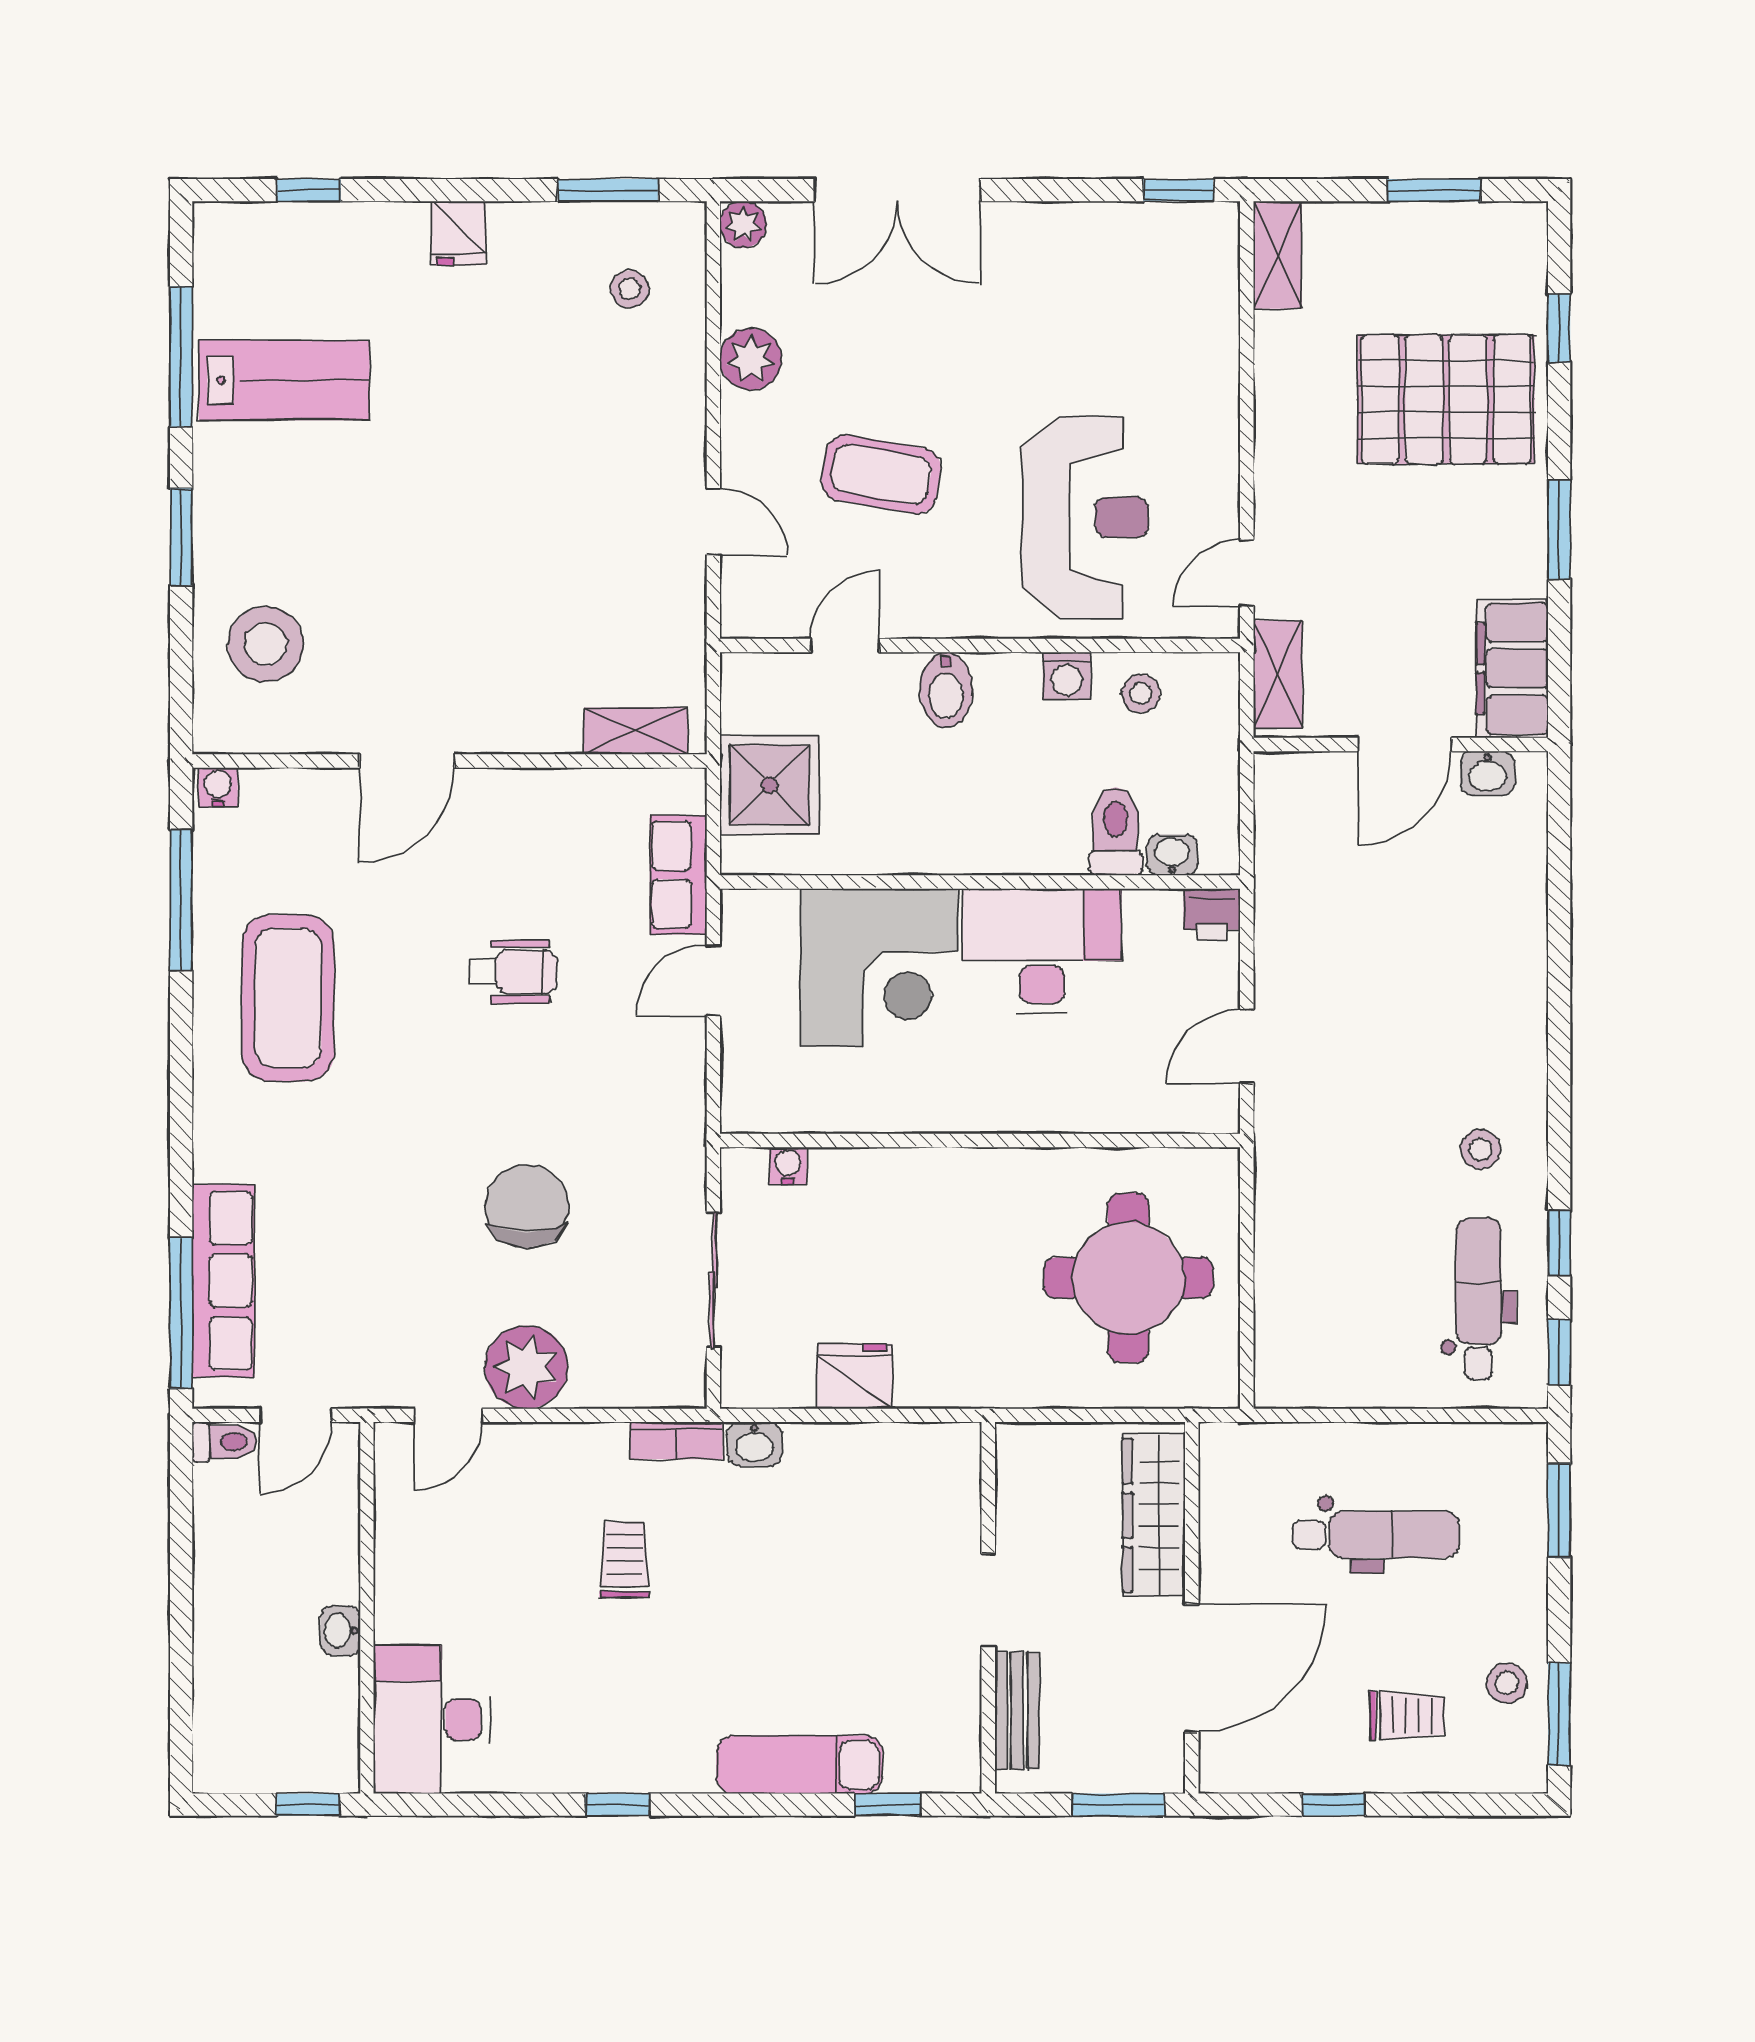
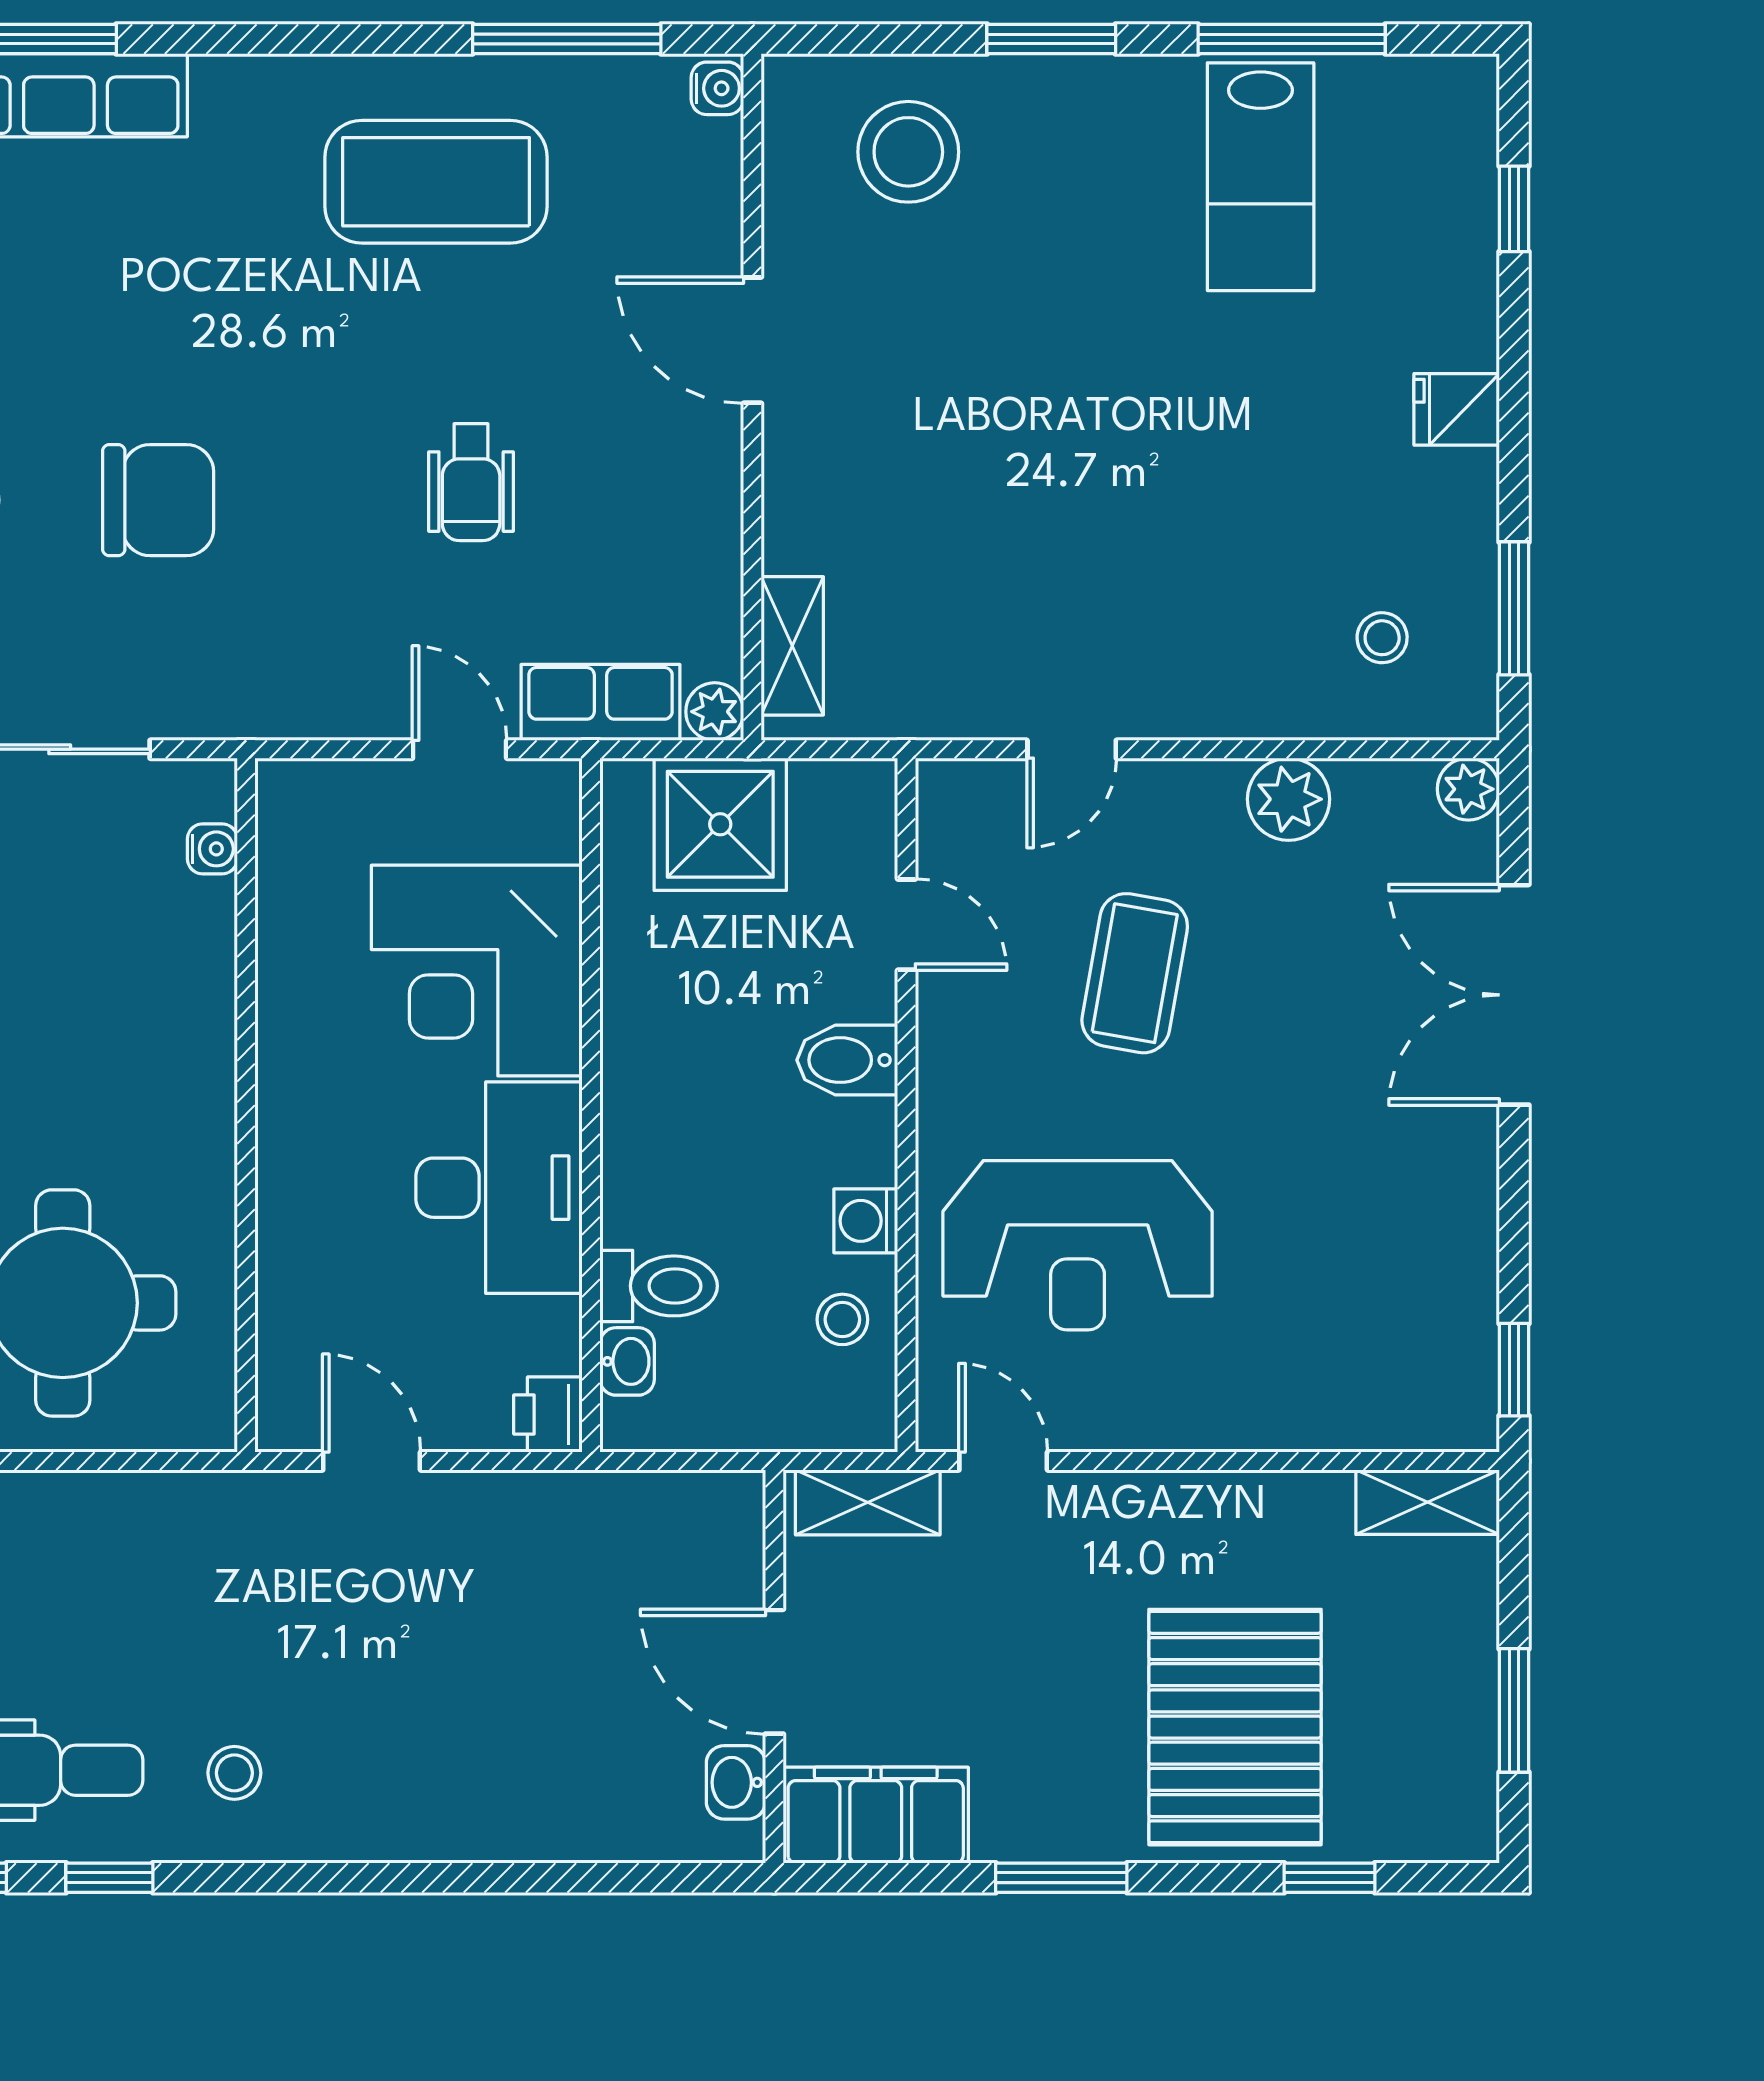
plant: (685, 789) -> (715, 712), added

